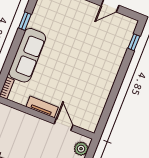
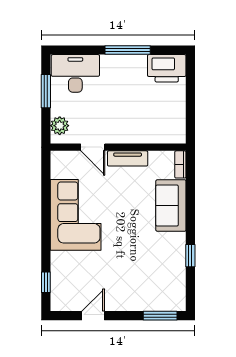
sofa: (27, 55) -> (171, 206), width x0.73
corner sofa: (94, 81) -> (76, 215), added

